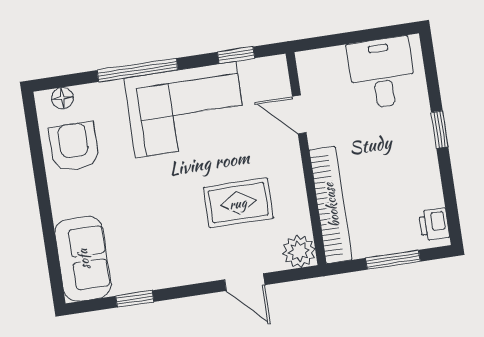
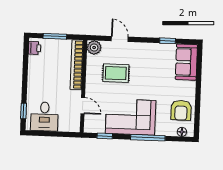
window: (440, 130) -> (24, 111), moved

